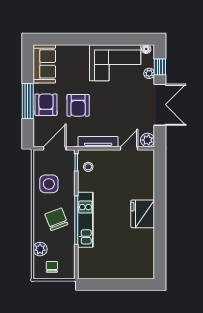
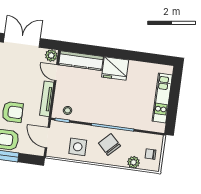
kitchen counter: (146, 174) -> (81, 61), added
chair: (56, 219) -> (109, 144), turned 66
kitchen unit: (85, 220) -> (162, 98), moved, turned -90

